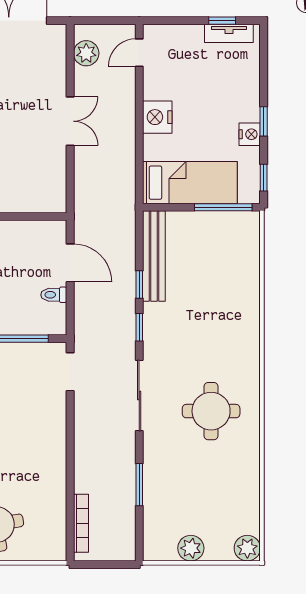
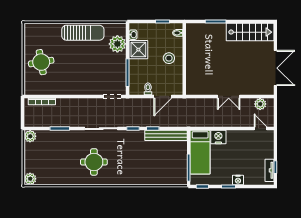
nightstand: (157, 117) -> (218, 137), moved
nightstand: (250, 134) -> (238, 180), moved
plant: (191, 548) -> (30, 136), moved

